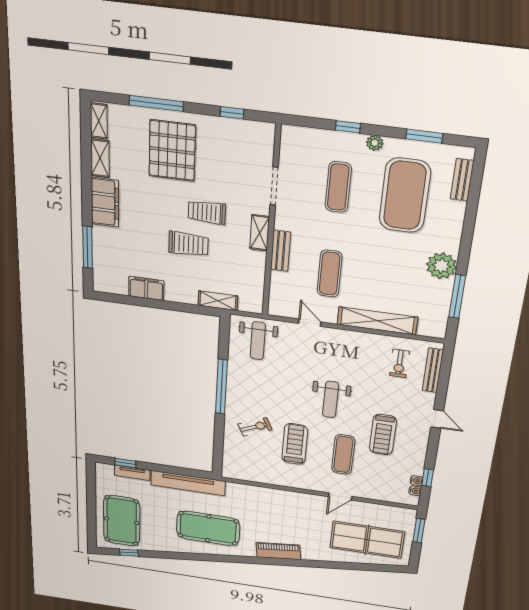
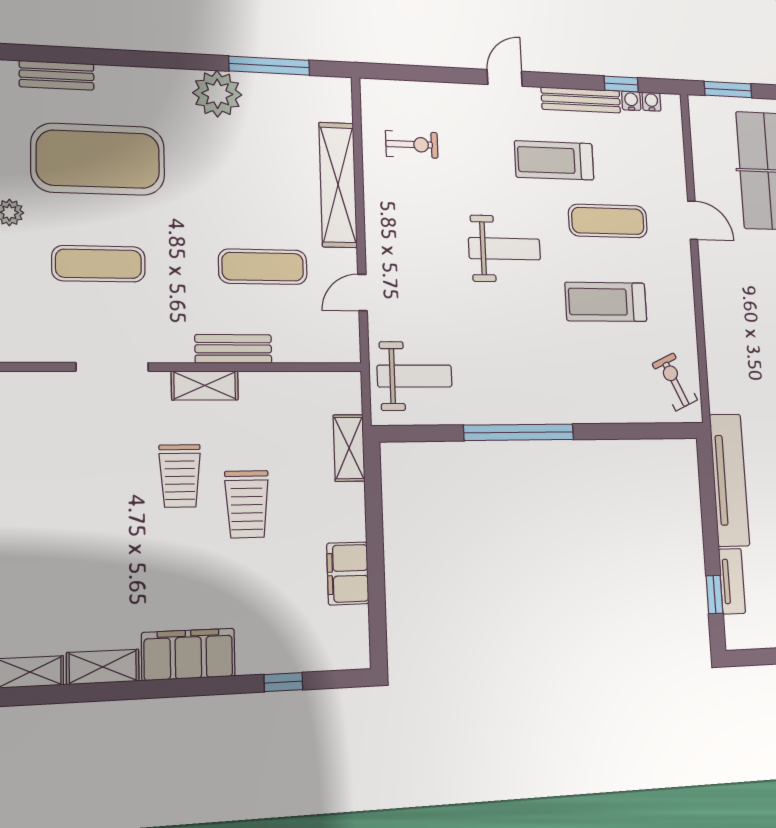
pallet: (172, 151) -> (70, 541), removed
trolley: (188, 244) -> (247, 504), turned 180
window: (88, 247) -> (283, 682), width x0.46
bench: (433, 370) -> (581, 100), moved
exercise bike: (255, 427) -> (675, 382), moved
treadmill: (383, 435) -> (554, 160), turned 180

